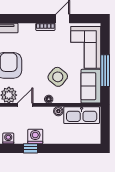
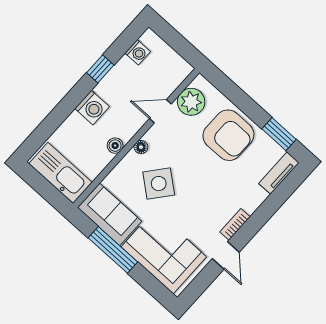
door: (25, 105) -> (160, 111), swing flipped
kitchen sink: (82, 115) -> (60, 173), moved, turned 90
washing machine: (35, 136) -> (92, 108), moved

